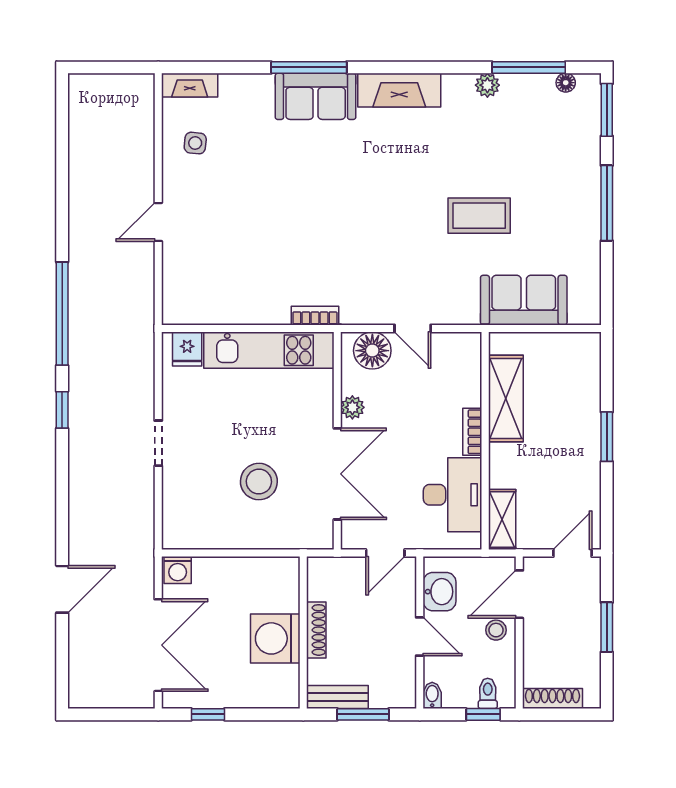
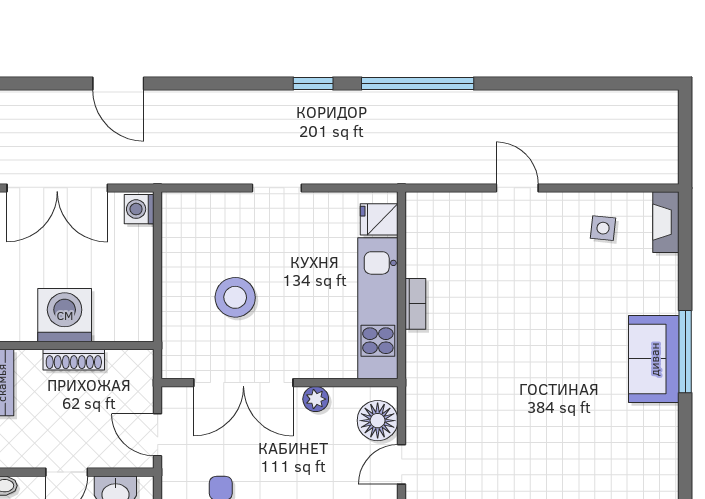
fireplace: (399, 90) -> (660, 450), removed
bookcase: (315, 316) -> (415, 304), moved

